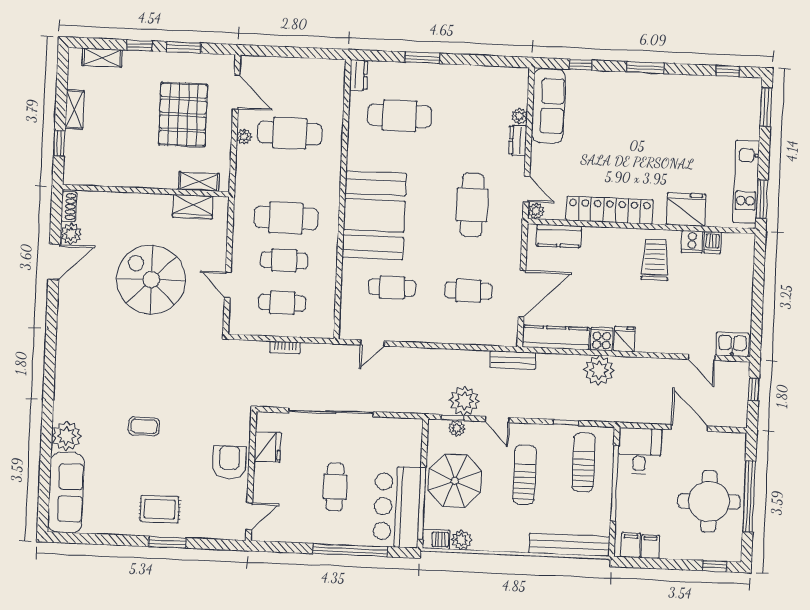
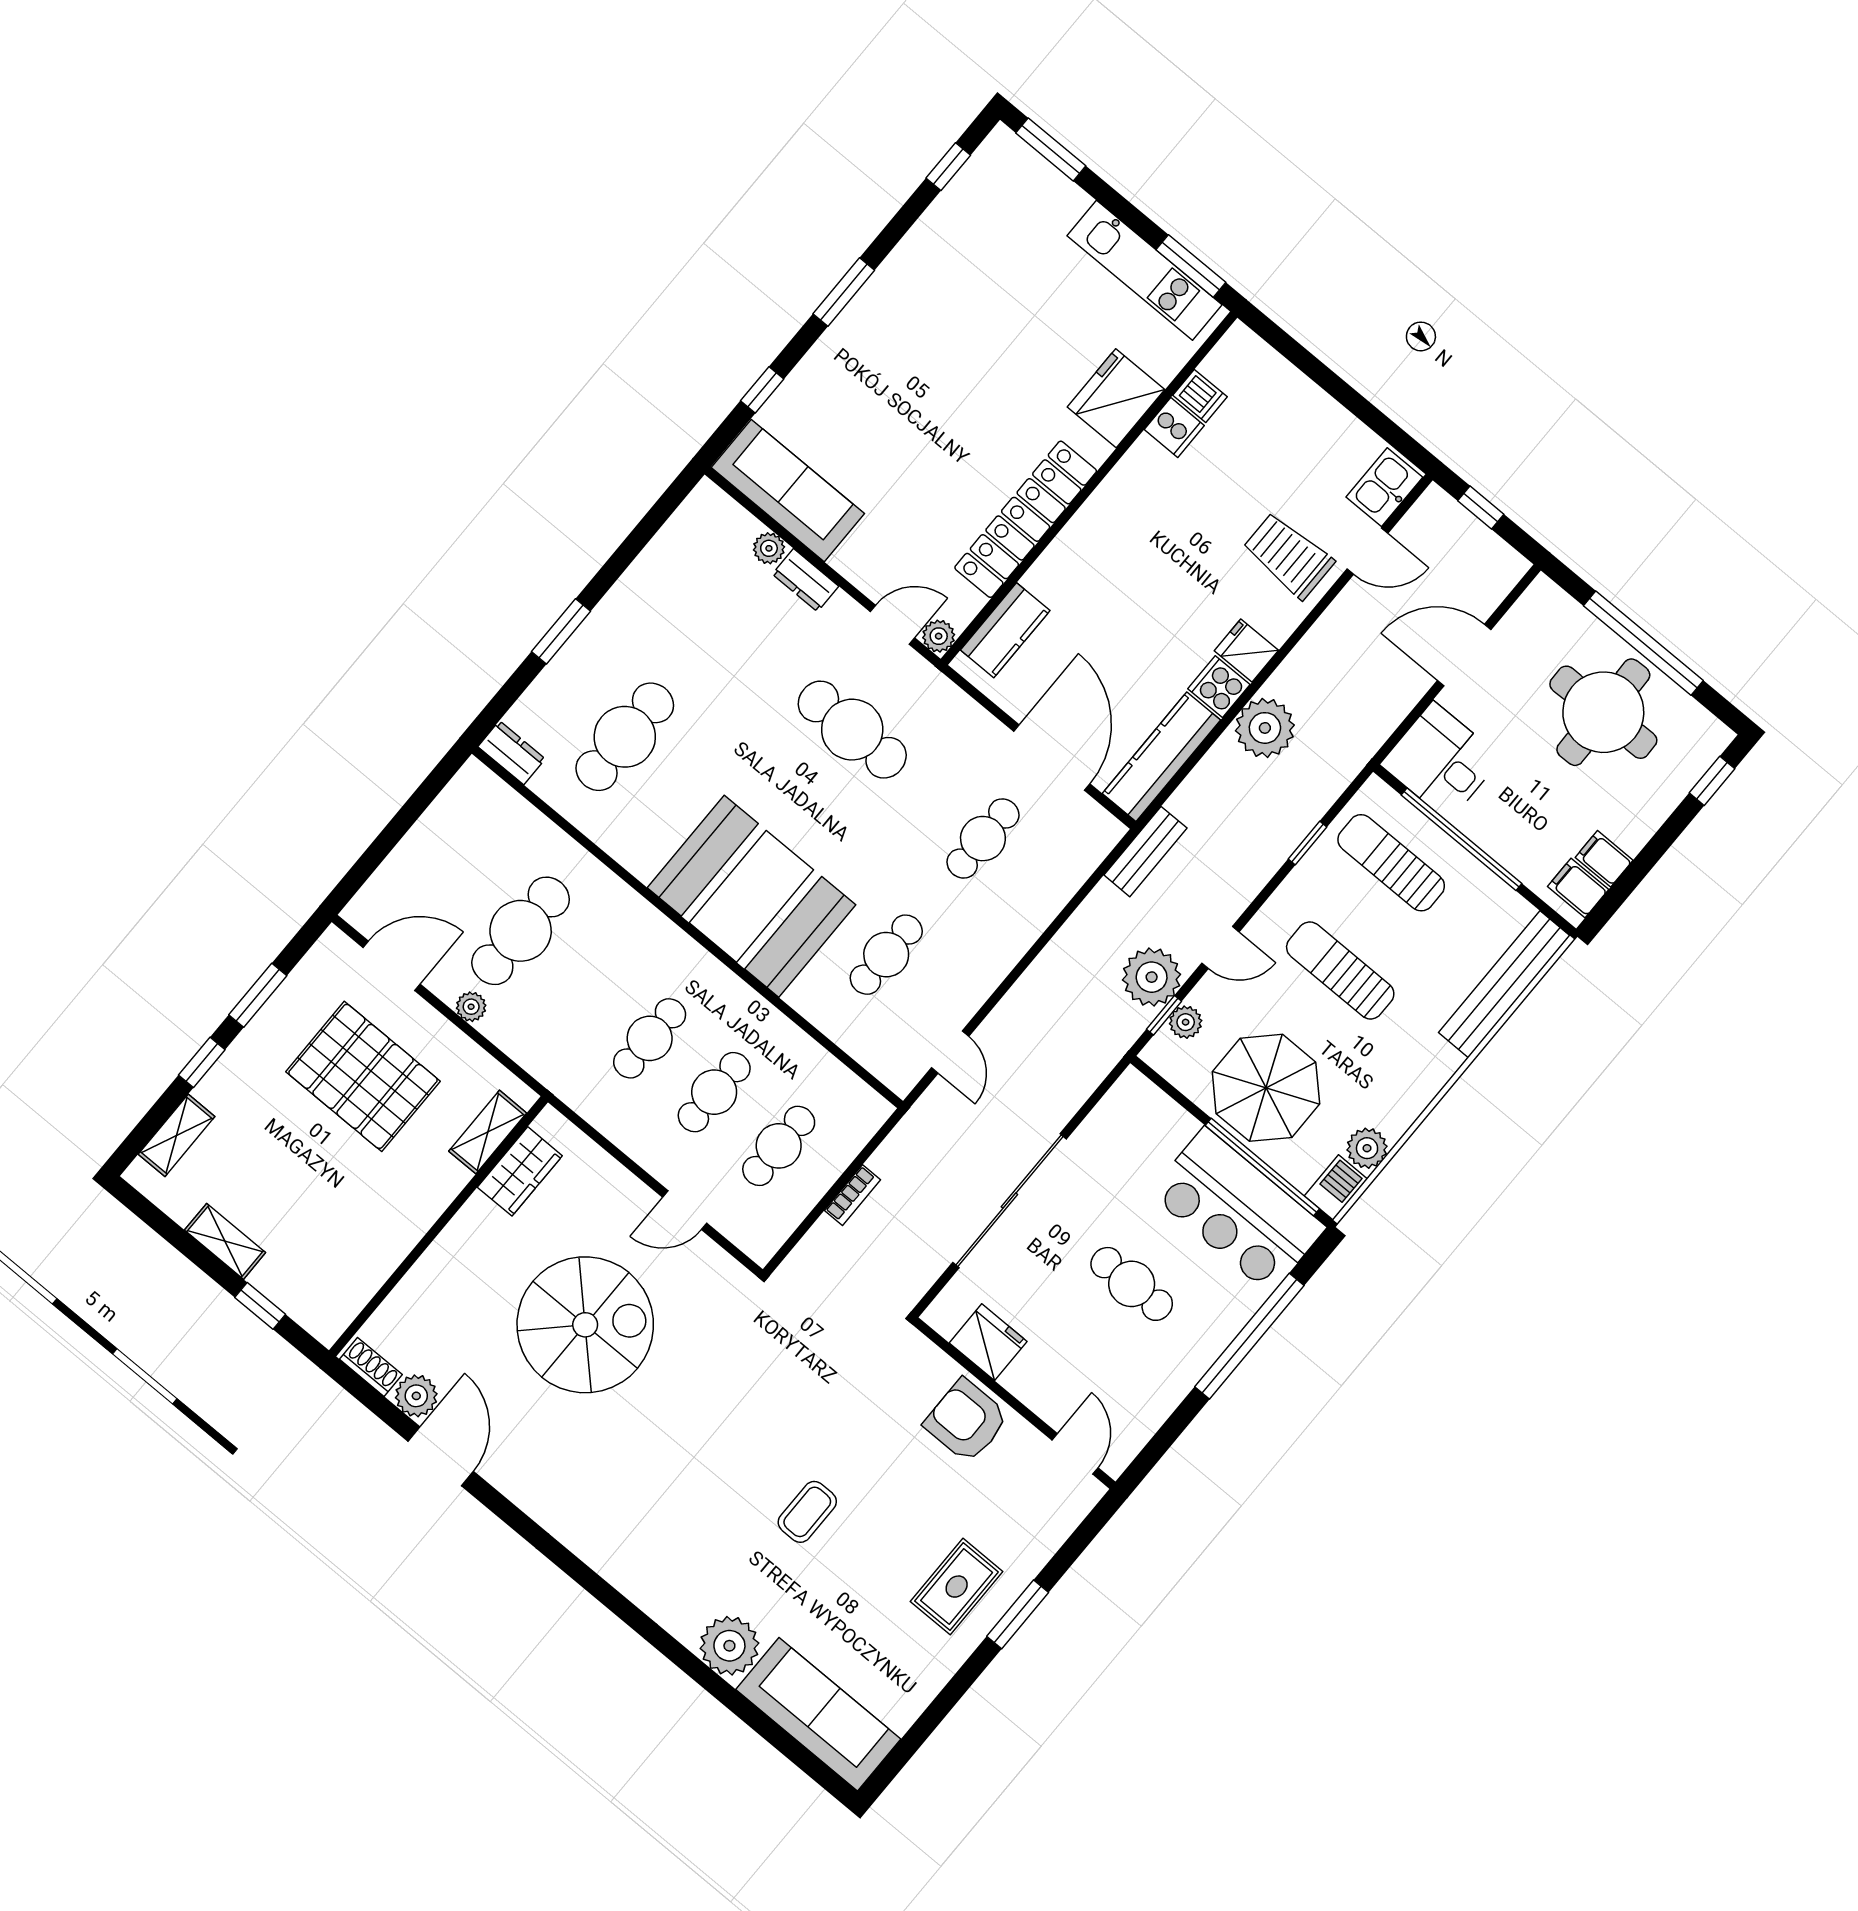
cafe table: (286, 218) -> (650, 1038), width x0.73, depth x0.74
trolley: (655, 260) -> (1288, 556), moved
spiral stairs: (151, 280) -> (585, 1325), turned 180

